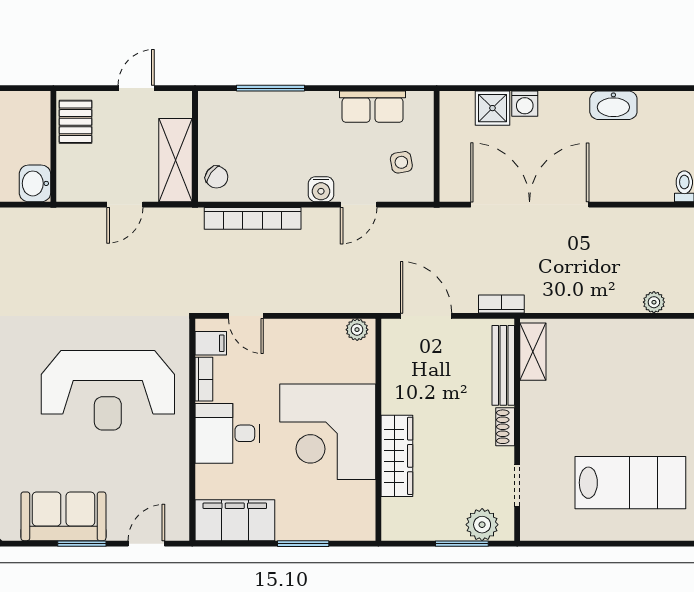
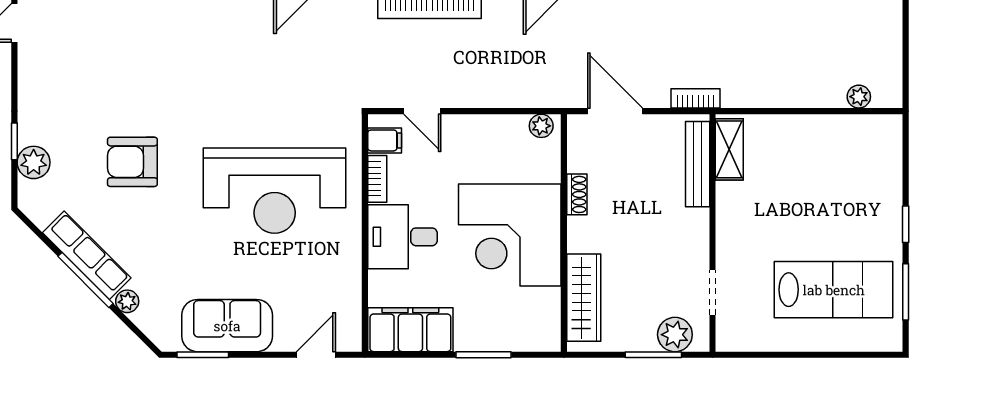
shoe rack: (505, 427) -> (577, 194), moved, turned 180
wardrobe: (397, 456) -> (584, 298), moved
window: (82, 544) -> (203, 355), moved

